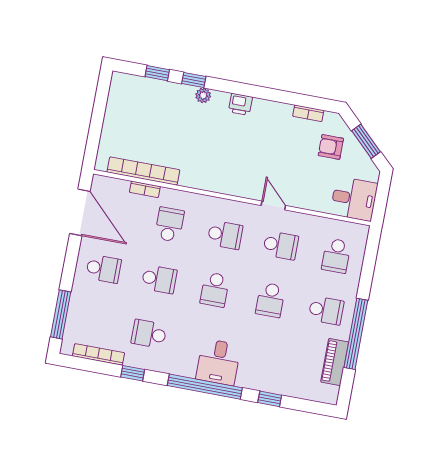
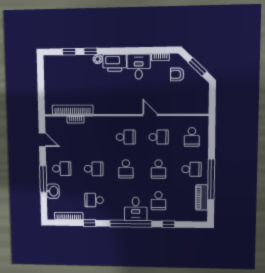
printer: (240, 104) -> (115, 63), width x1.87, depth x1.48
desk: (354, 199) -> (139, 67), moved, turned -90
door: (80, 212) -> (42, 140), width x0.53
school desk: (169, 225) -> (158, 201), moved, turned 180
washbasin: (80, 305) -> (53, 191), added
window: (61, 314) -> (43, 179), moved

